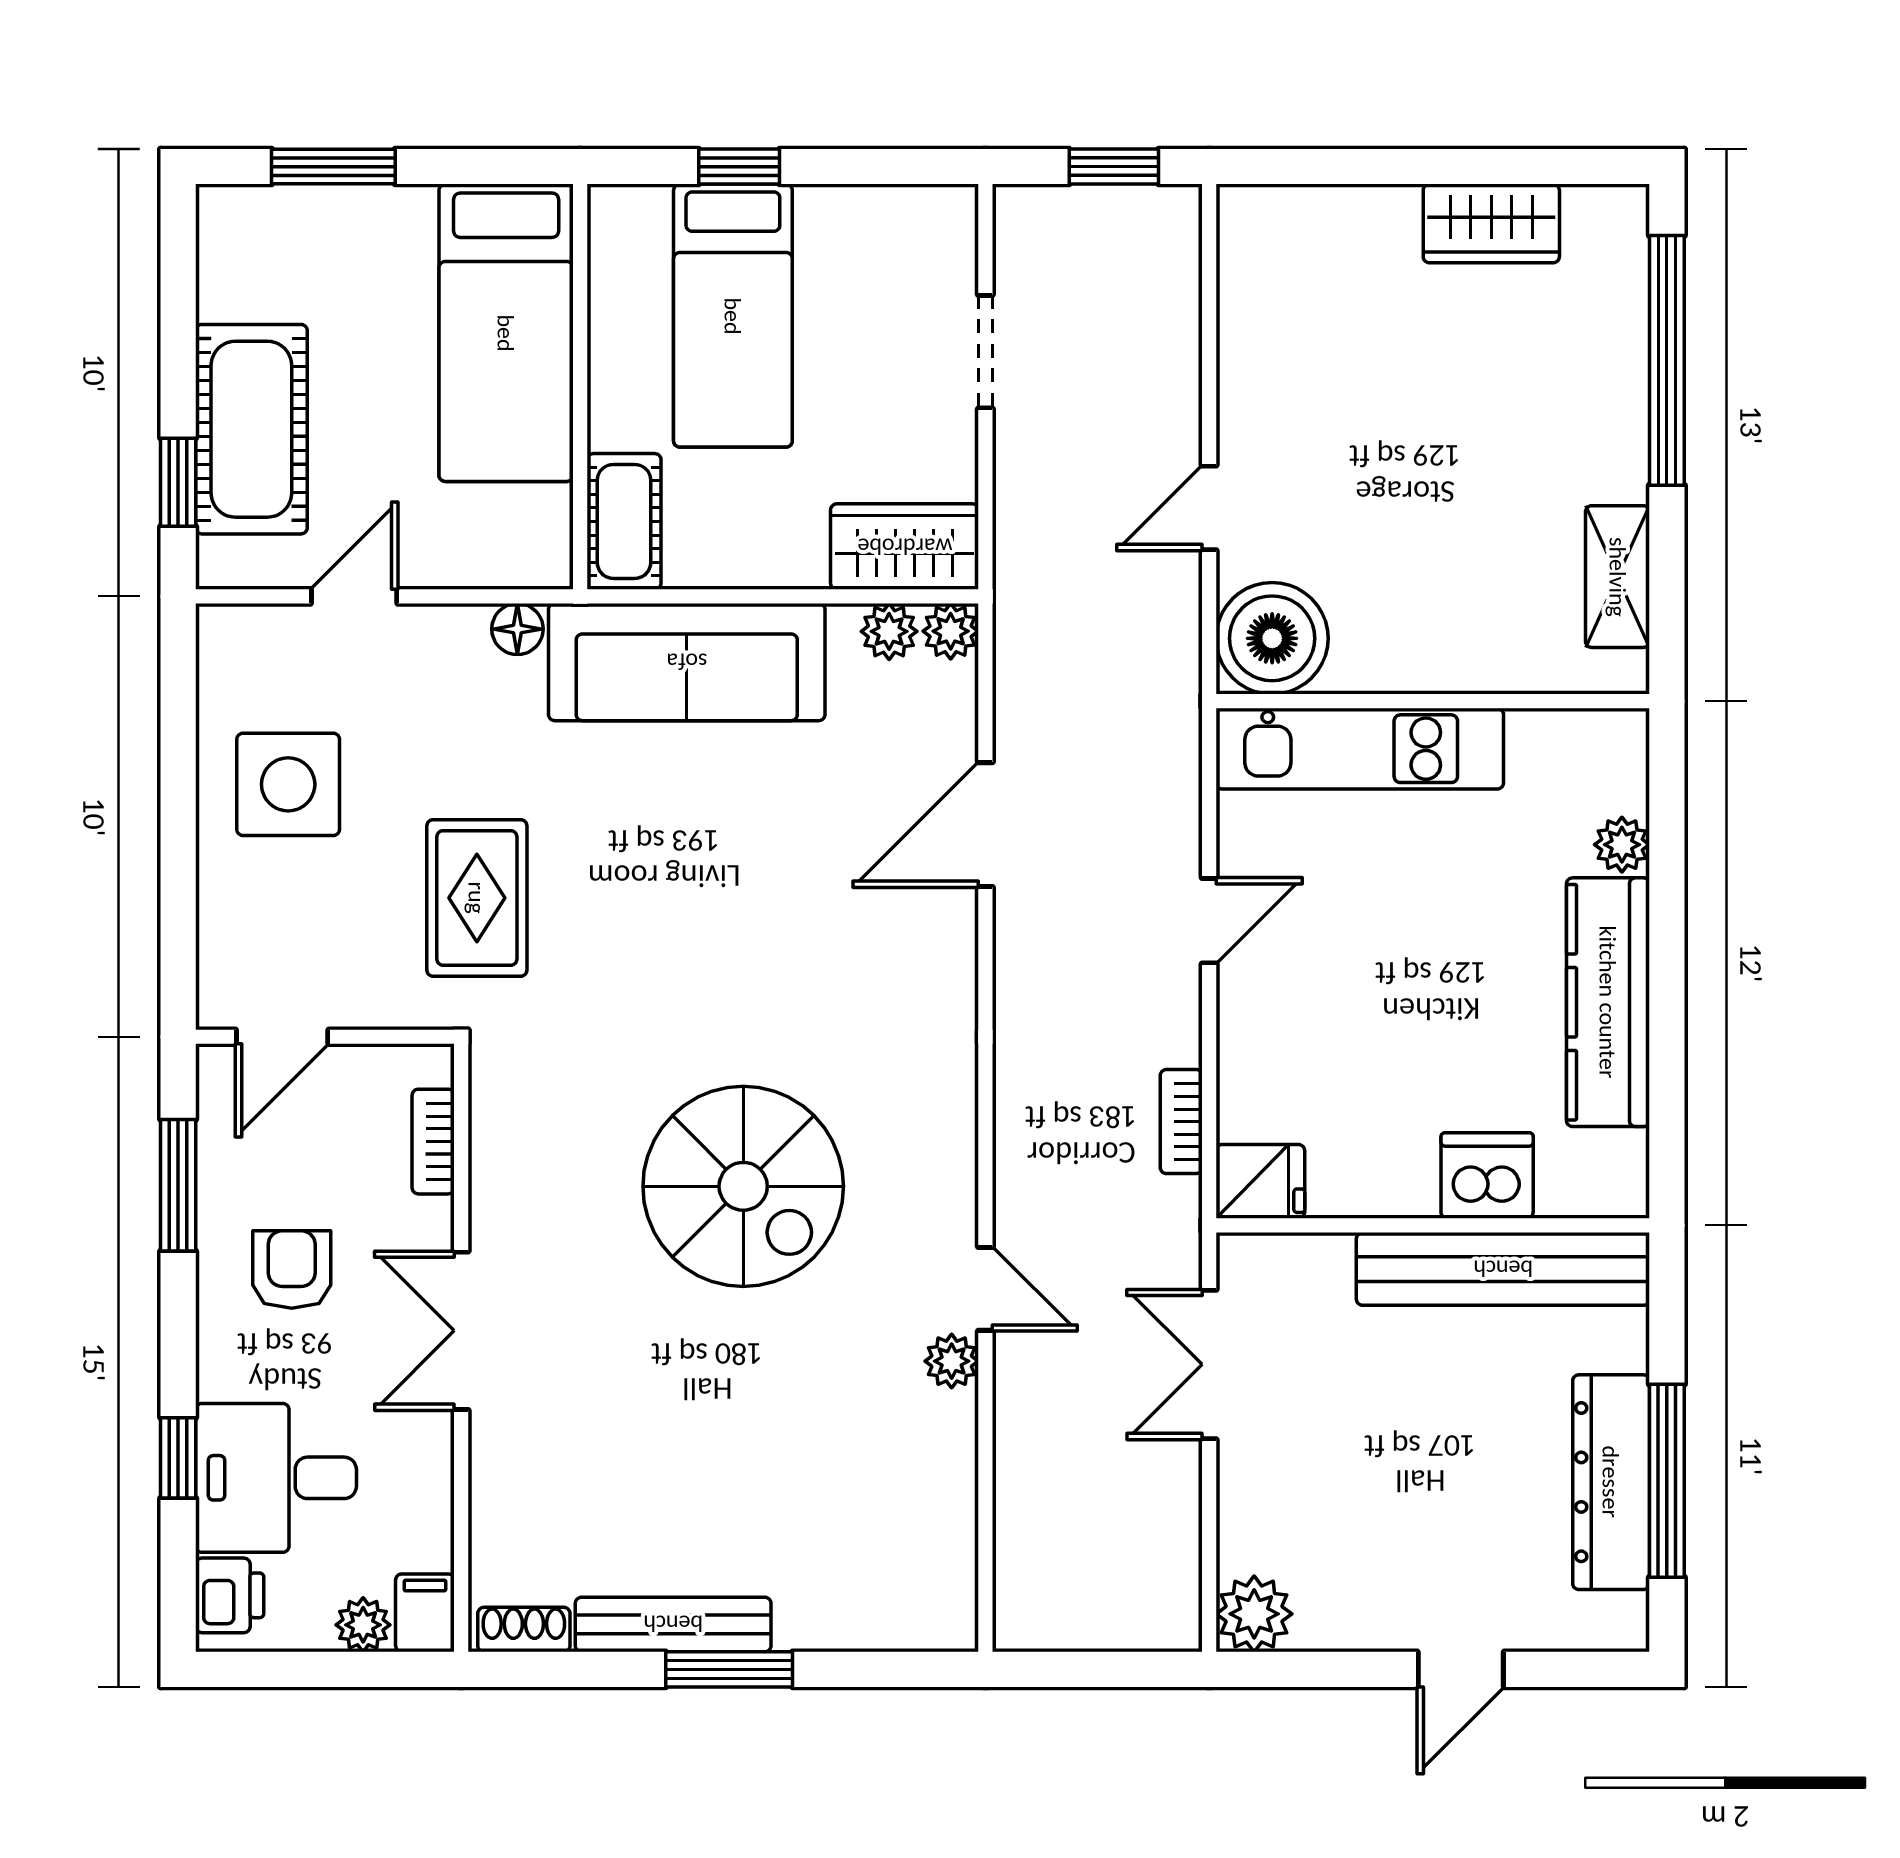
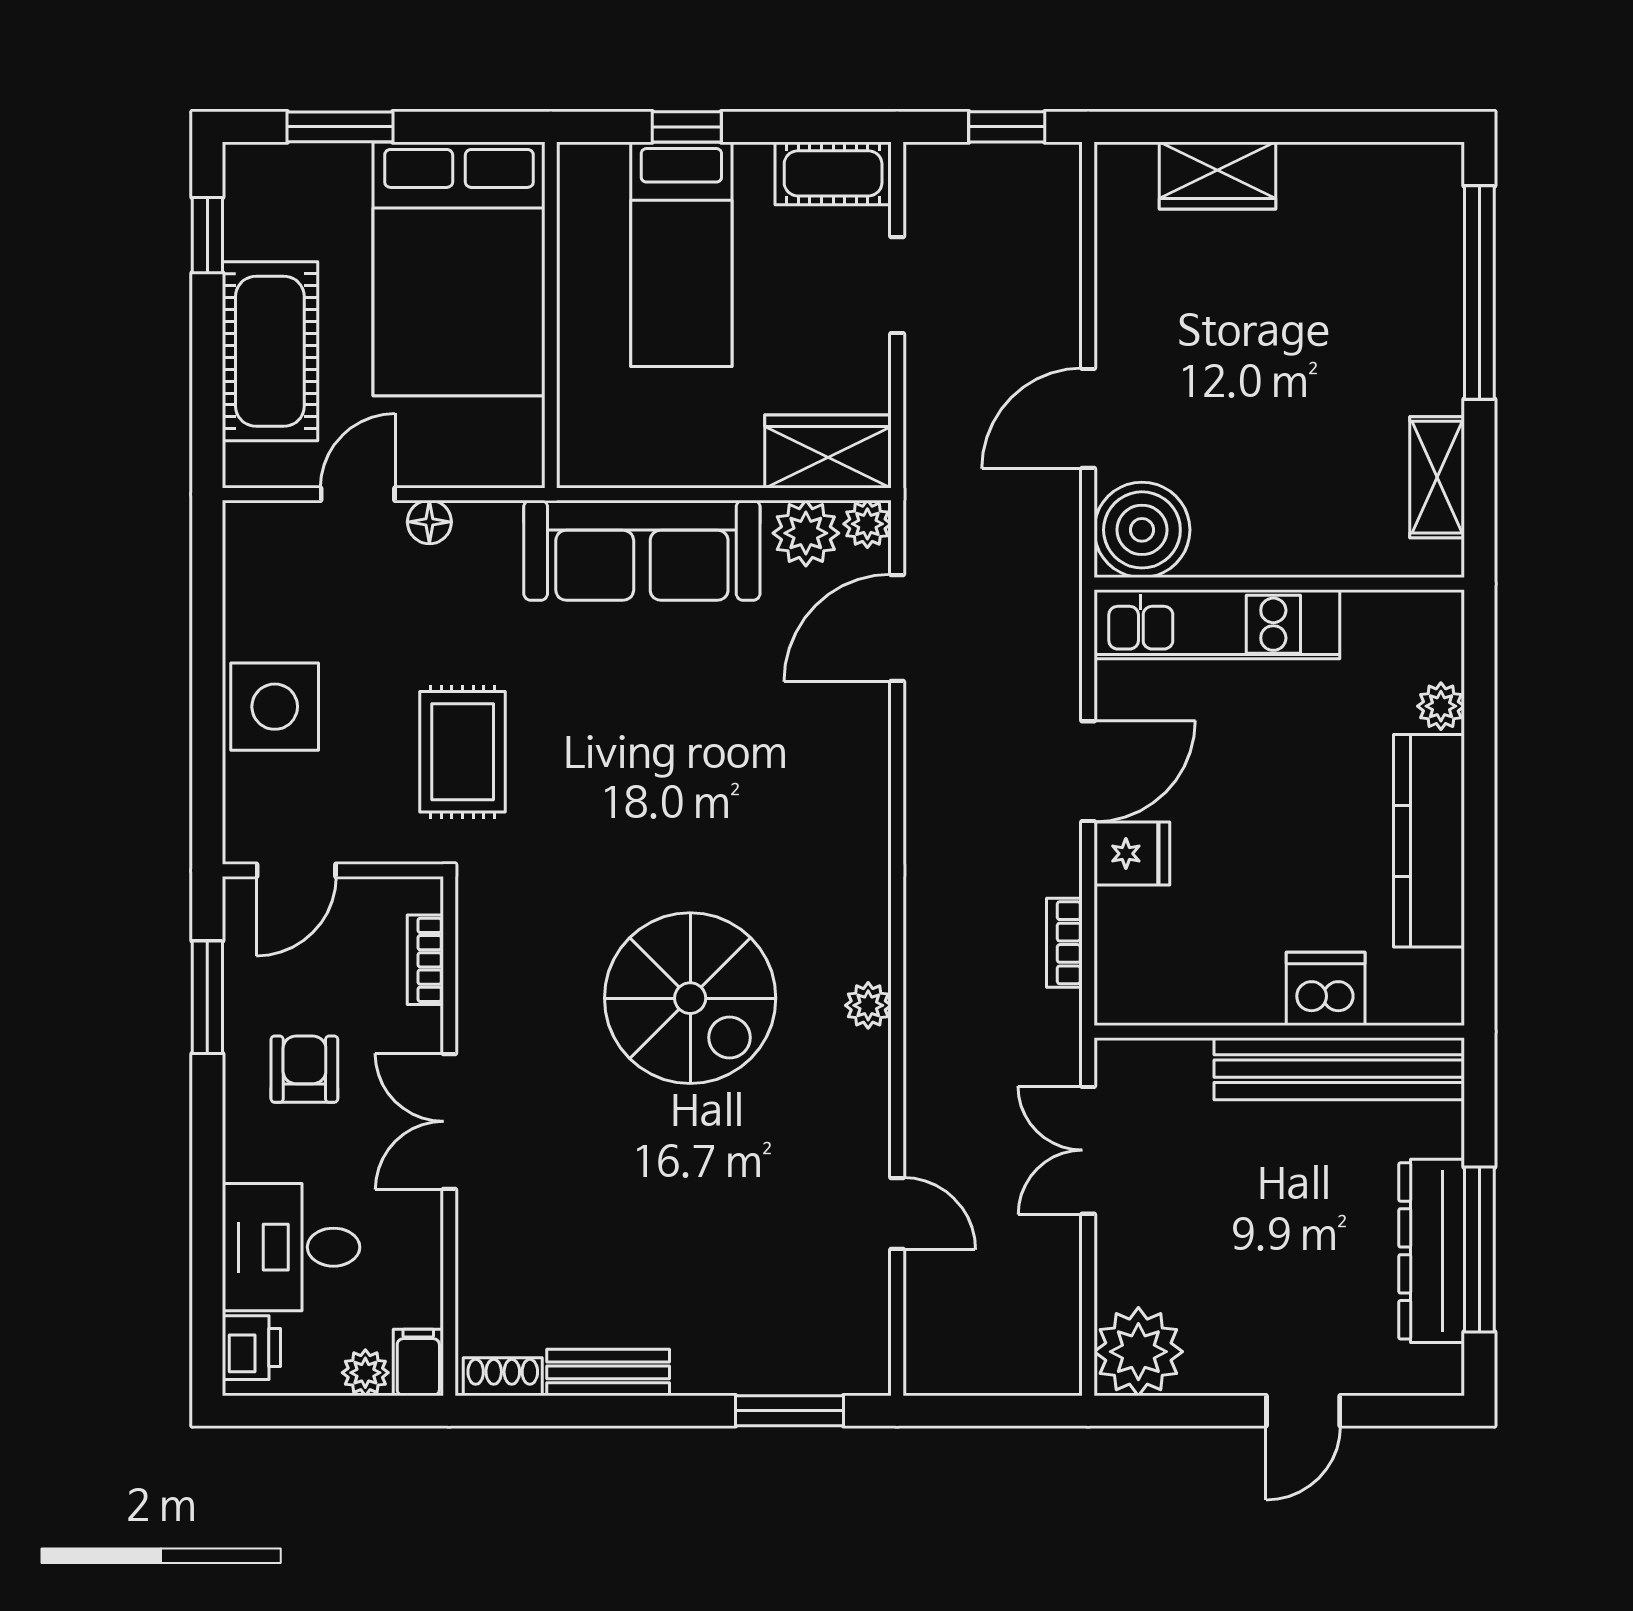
wardrobe: (1491, 223) -> (1218, 175), moved
bed: (506, 333) -> (459, 269), width x1.50
window: (178, 482) -> (207, 235), moved
door: (1209, 508) -> (1088, 418), width x1.38
cot: (624, 521) -> (833, 173), moved, turned 90
floor lamp: (517, 629) -> (429, 522), moved
plant: (889, 631) -> (806, 533), width x1.38, depth x1.38
side table: (288, 784) -> (275, 707), moved
door: (985, 825) -> (897, 628), moved
door: (1209, 921) -> (1088, 771), width x1.38
fridge: (1260, 1181) -> (1132, 854), moved
door: (985, 1289) -> (897, 1214), moved
plant: (952, 1361) -> (868, 1005), moved
window: (178, 1458) -> (207, 1230), removed
plant: (1254, 1614) -> (1138, 1352), width x1.36, depth x1.36
bench: (673, 1624) -> (608, 1372), width x0.73
window: (729, 1669) -> (790, 1411), moved

